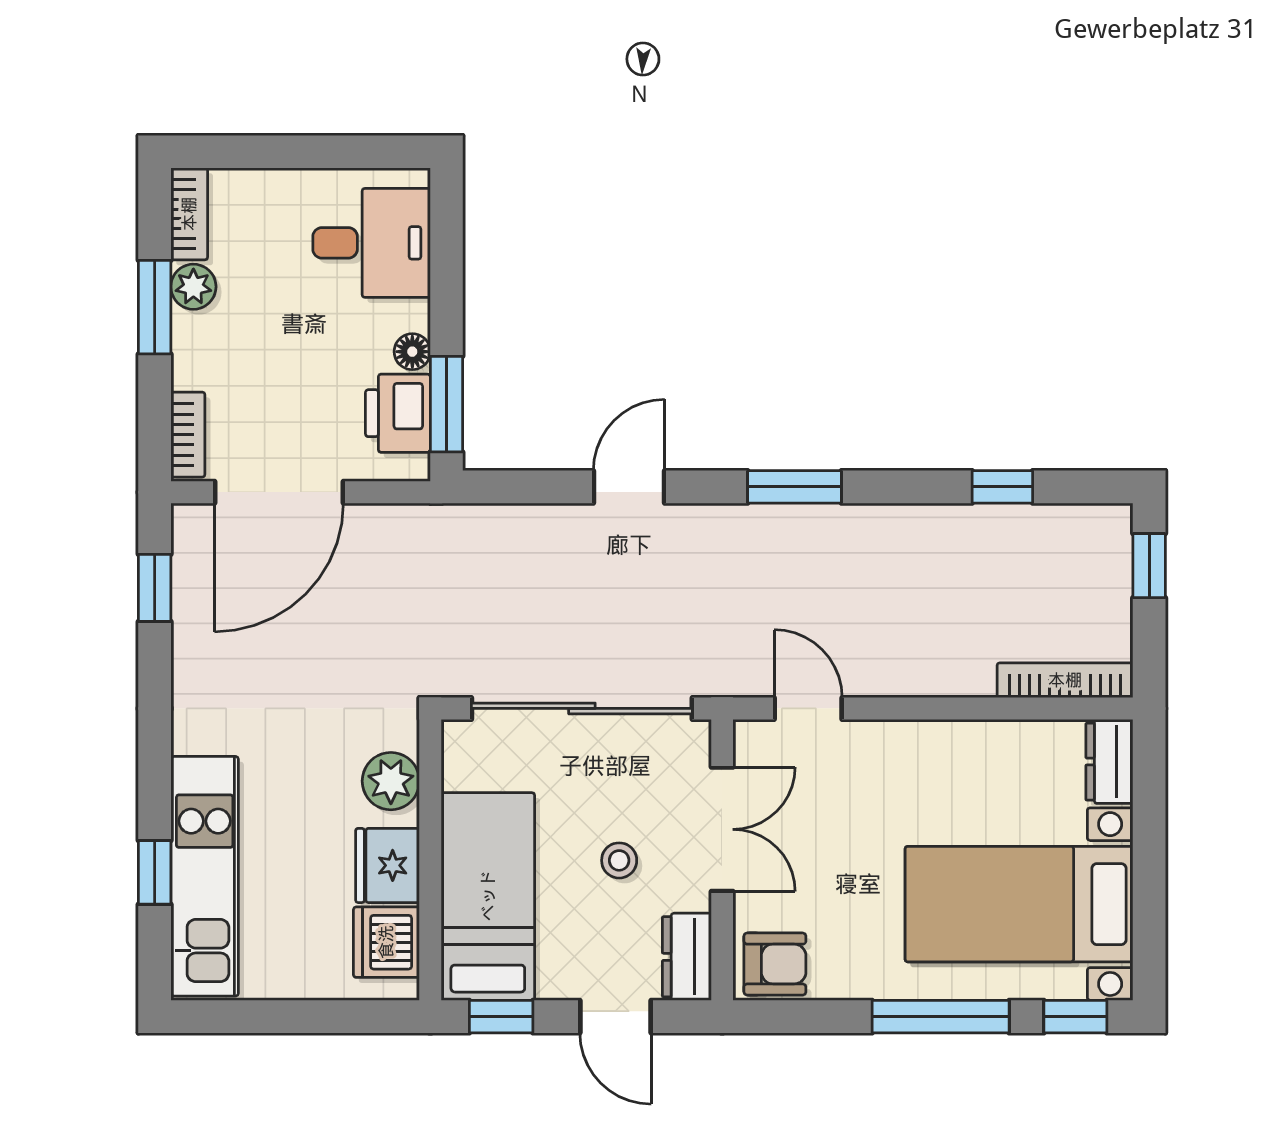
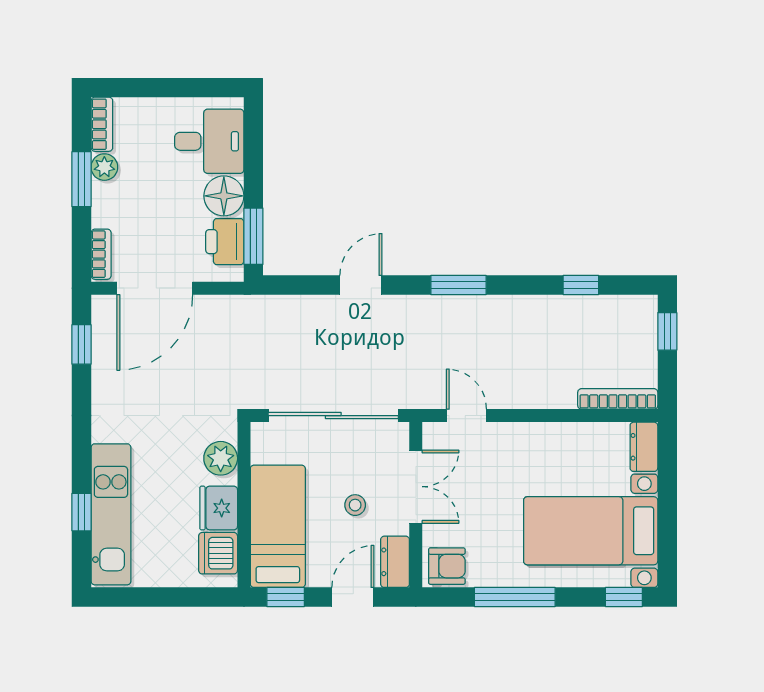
floor lamp: (412, 352) -> (224, 196), width x1.89, depth x1.89
door: (615, 1017) -> (353, 597), swing flipped
window: (941, 1017) -> (515, 597), moved

